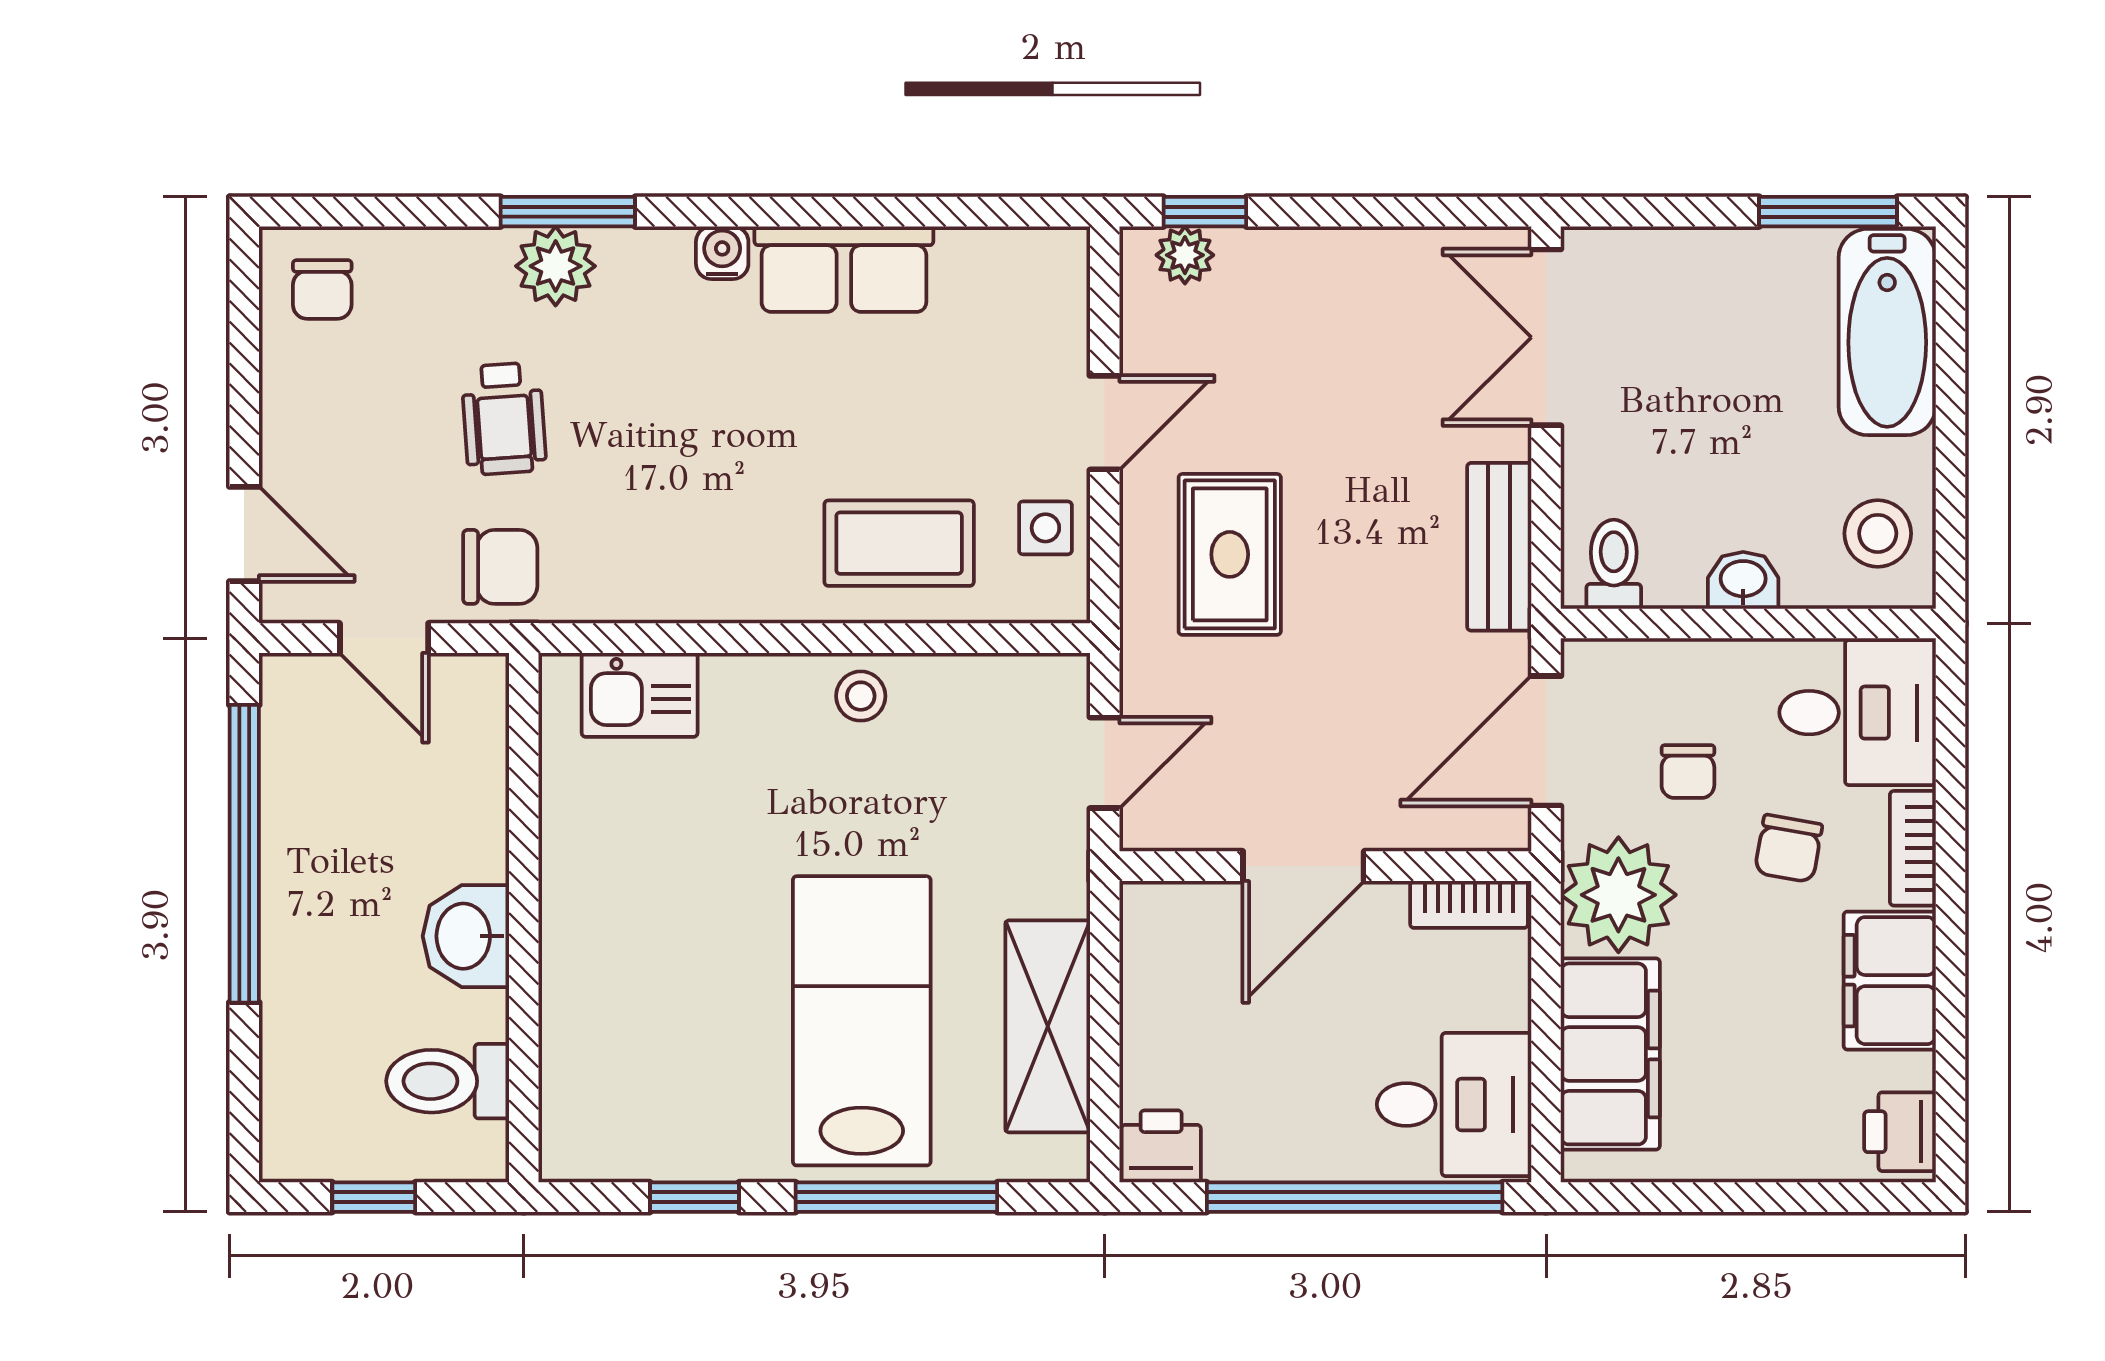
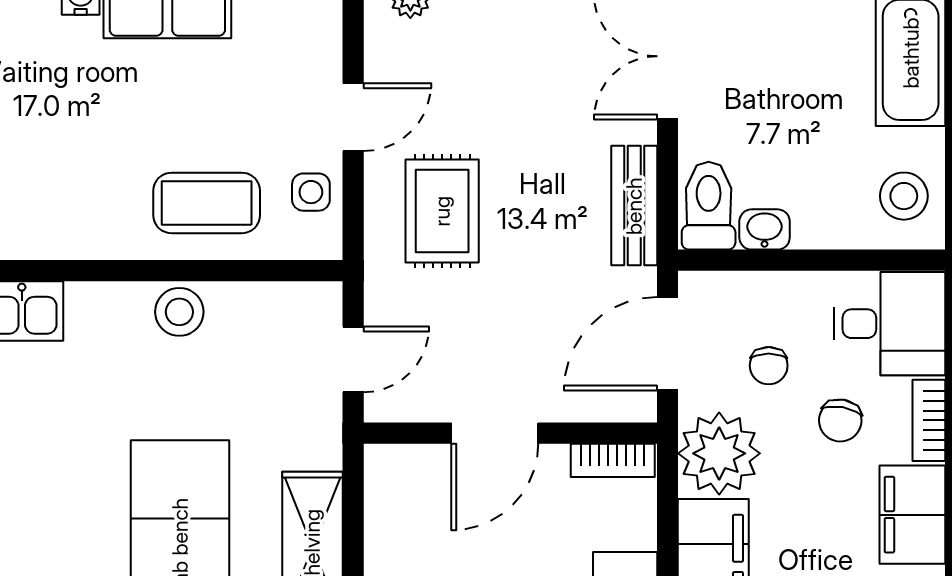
toilet: (1614, 564) -> (709, 206), width x1.37, depth x1.39
washbasin: (1743, 580) -> (765, 229), moved
stool: (861, 696) -> (179, 312), width x1.37, depth x1.37

